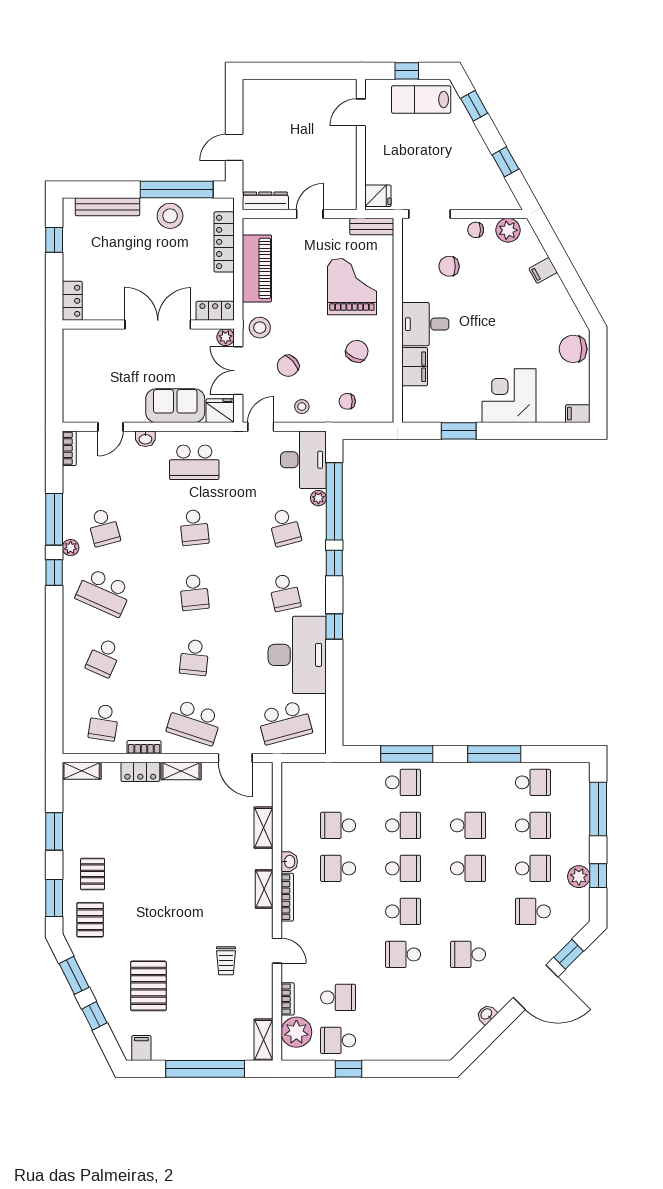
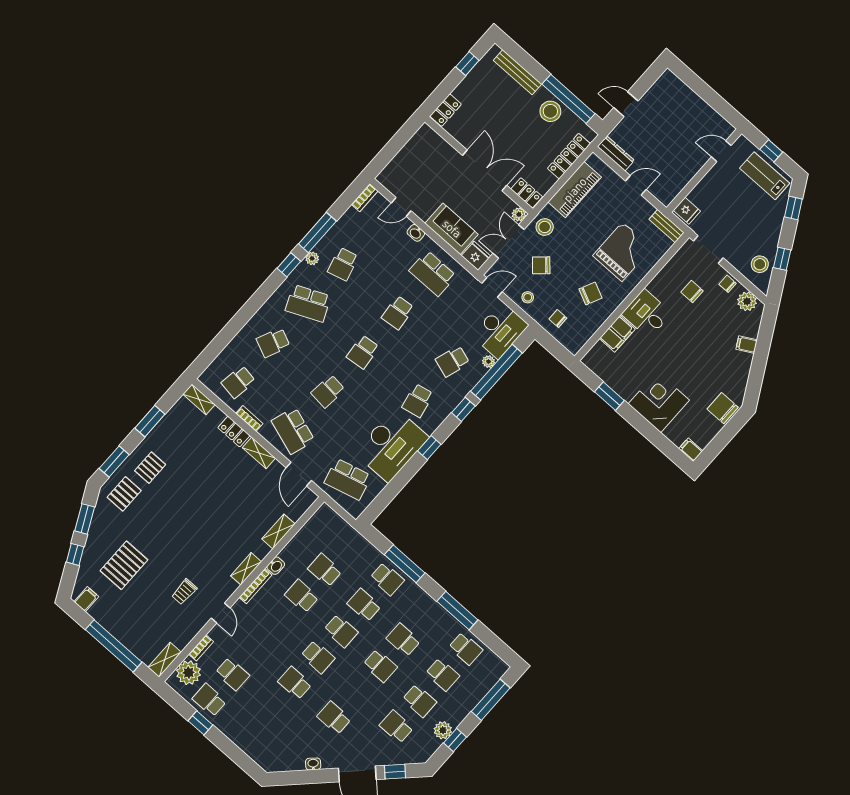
stool: (489, 185) -> (760, 264), added
school desk: (285, 527) -> (452, 361), turned 33
school desk: (104, 592) -> (308, 303), turned -48
school desk: (403, 825) -> (364, 605), turned 180
school desk: (468, 825) -> (403, 640), turned 180

